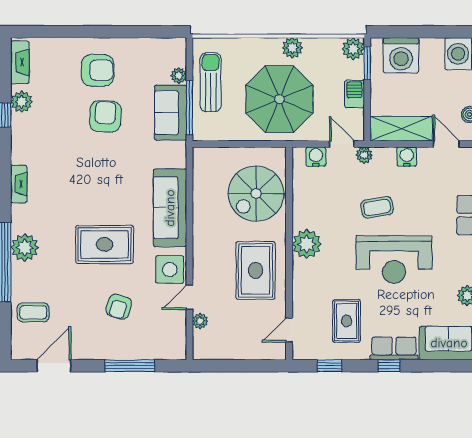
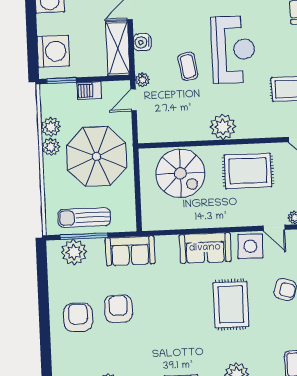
plant: (353, 49) -> (51, 127), moved
plant: (179, 76) -> (74, 252), width x1.88, depth x1.88
window: (189, 108) -> (84, 236), moved
sofa: (171, 113) -> (130, 251), moved
armchair: (105, 116) -> (118, 309), turned 87
water cooler: (316, 157) -> (146, 122), removed
sofa: (170, 208) -> (205, 248), width x0.73

